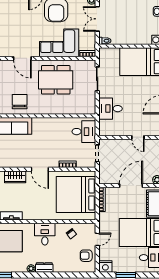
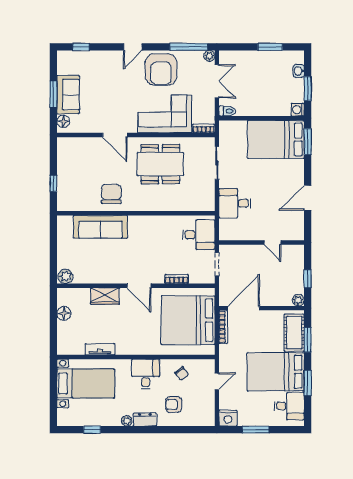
double door: (97, 19) -> (217, 81), swing flipped
door: (131, 186) -> (244, 308), moved
armchair: (86, 256) -> (174, 404), moved

